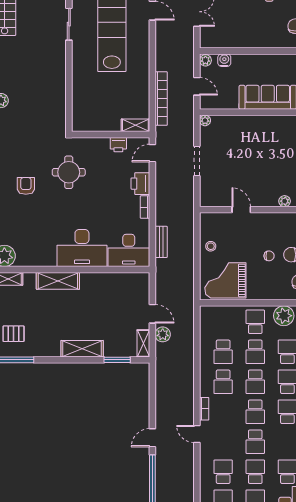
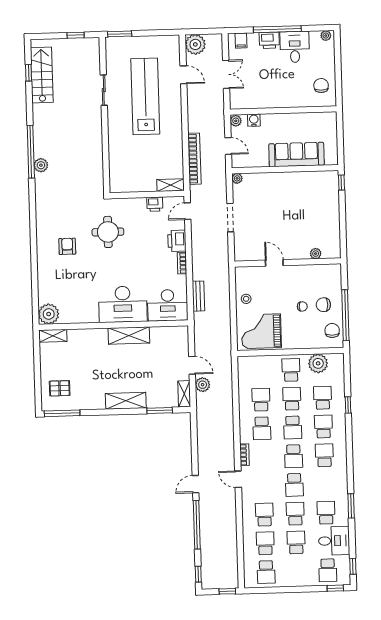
shelving: (58, 281) -> (129, 335), moved
school desk: (223, 352) -> (261, 400), turned 180
school desk: (255, 352) -> (292, 399), turned 180

